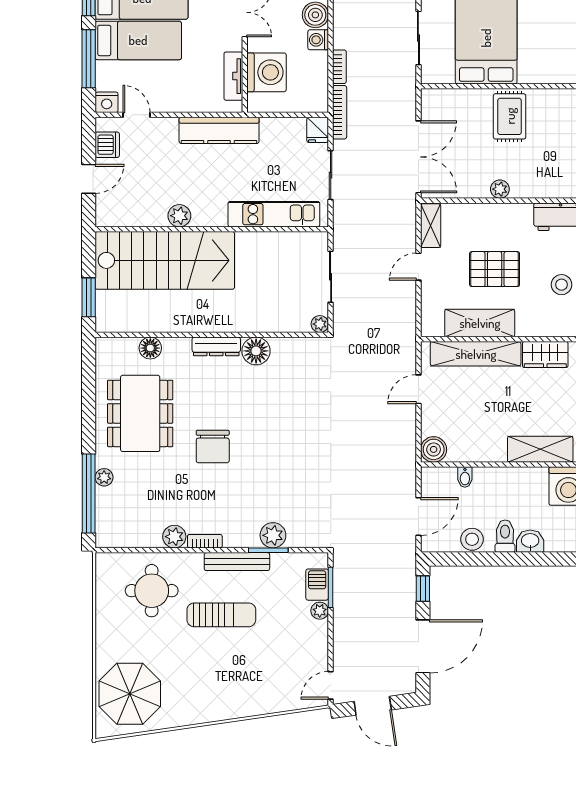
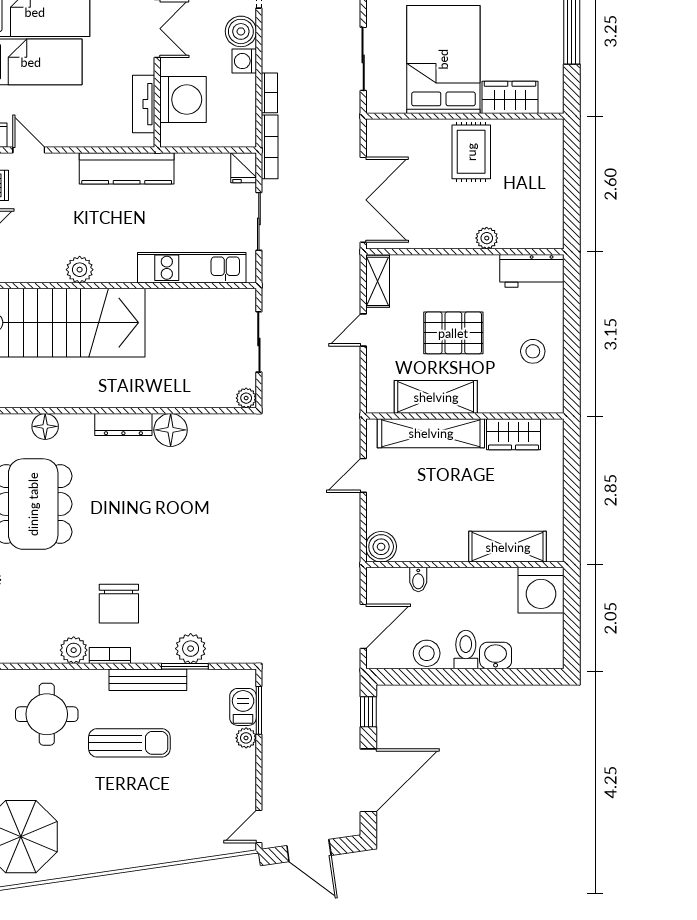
wardrobe: (542, 70) -> (510, 97), added
plant: (500, 189) -> (487, 238), moved
chair: (213, 447) -> (119, 604), moved

